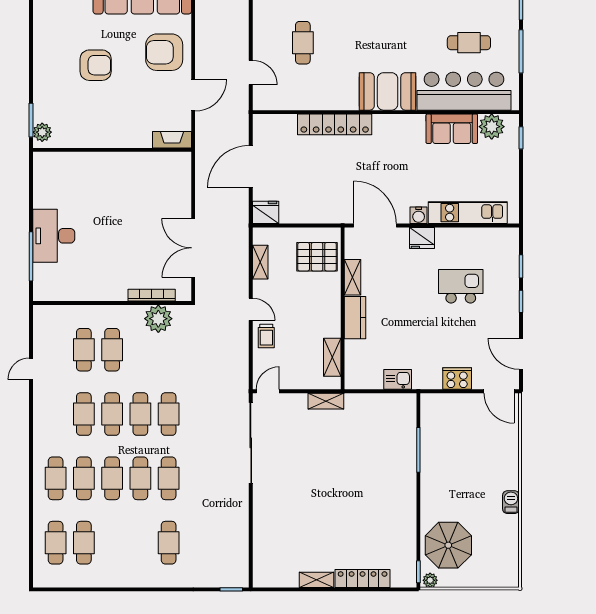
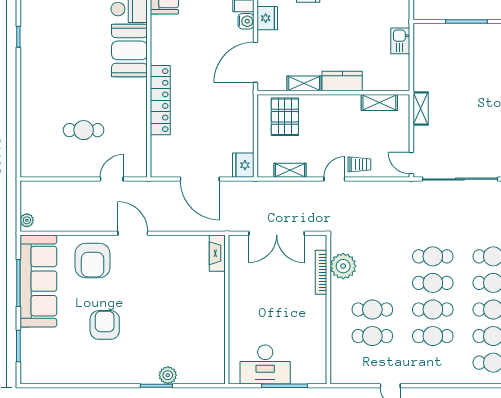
fireplace: (172, 140) -> (217, 253), moved
wall: (112, 150) -> (227, 309), moved

